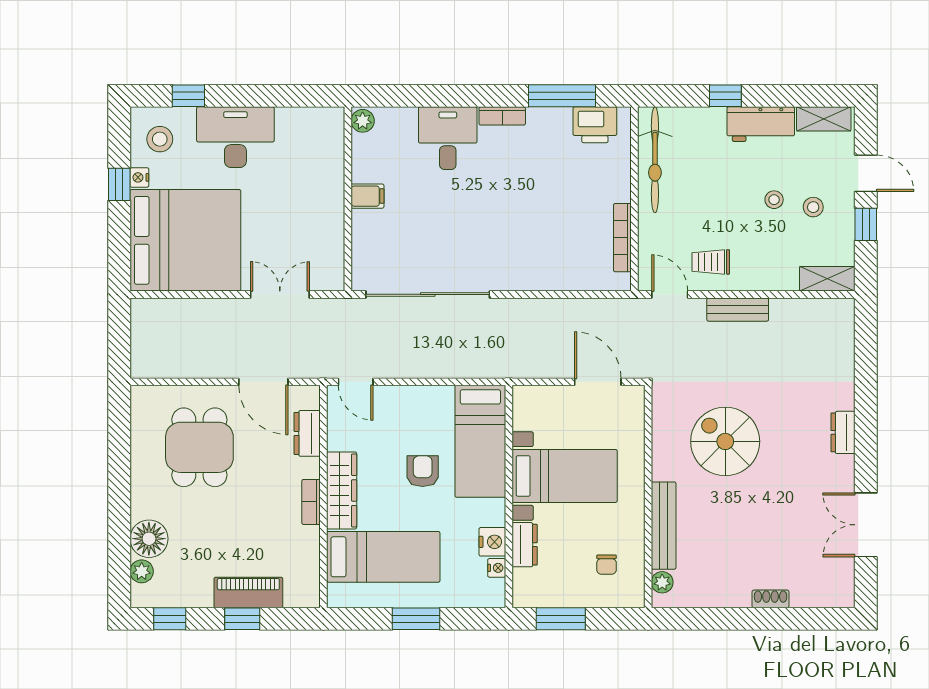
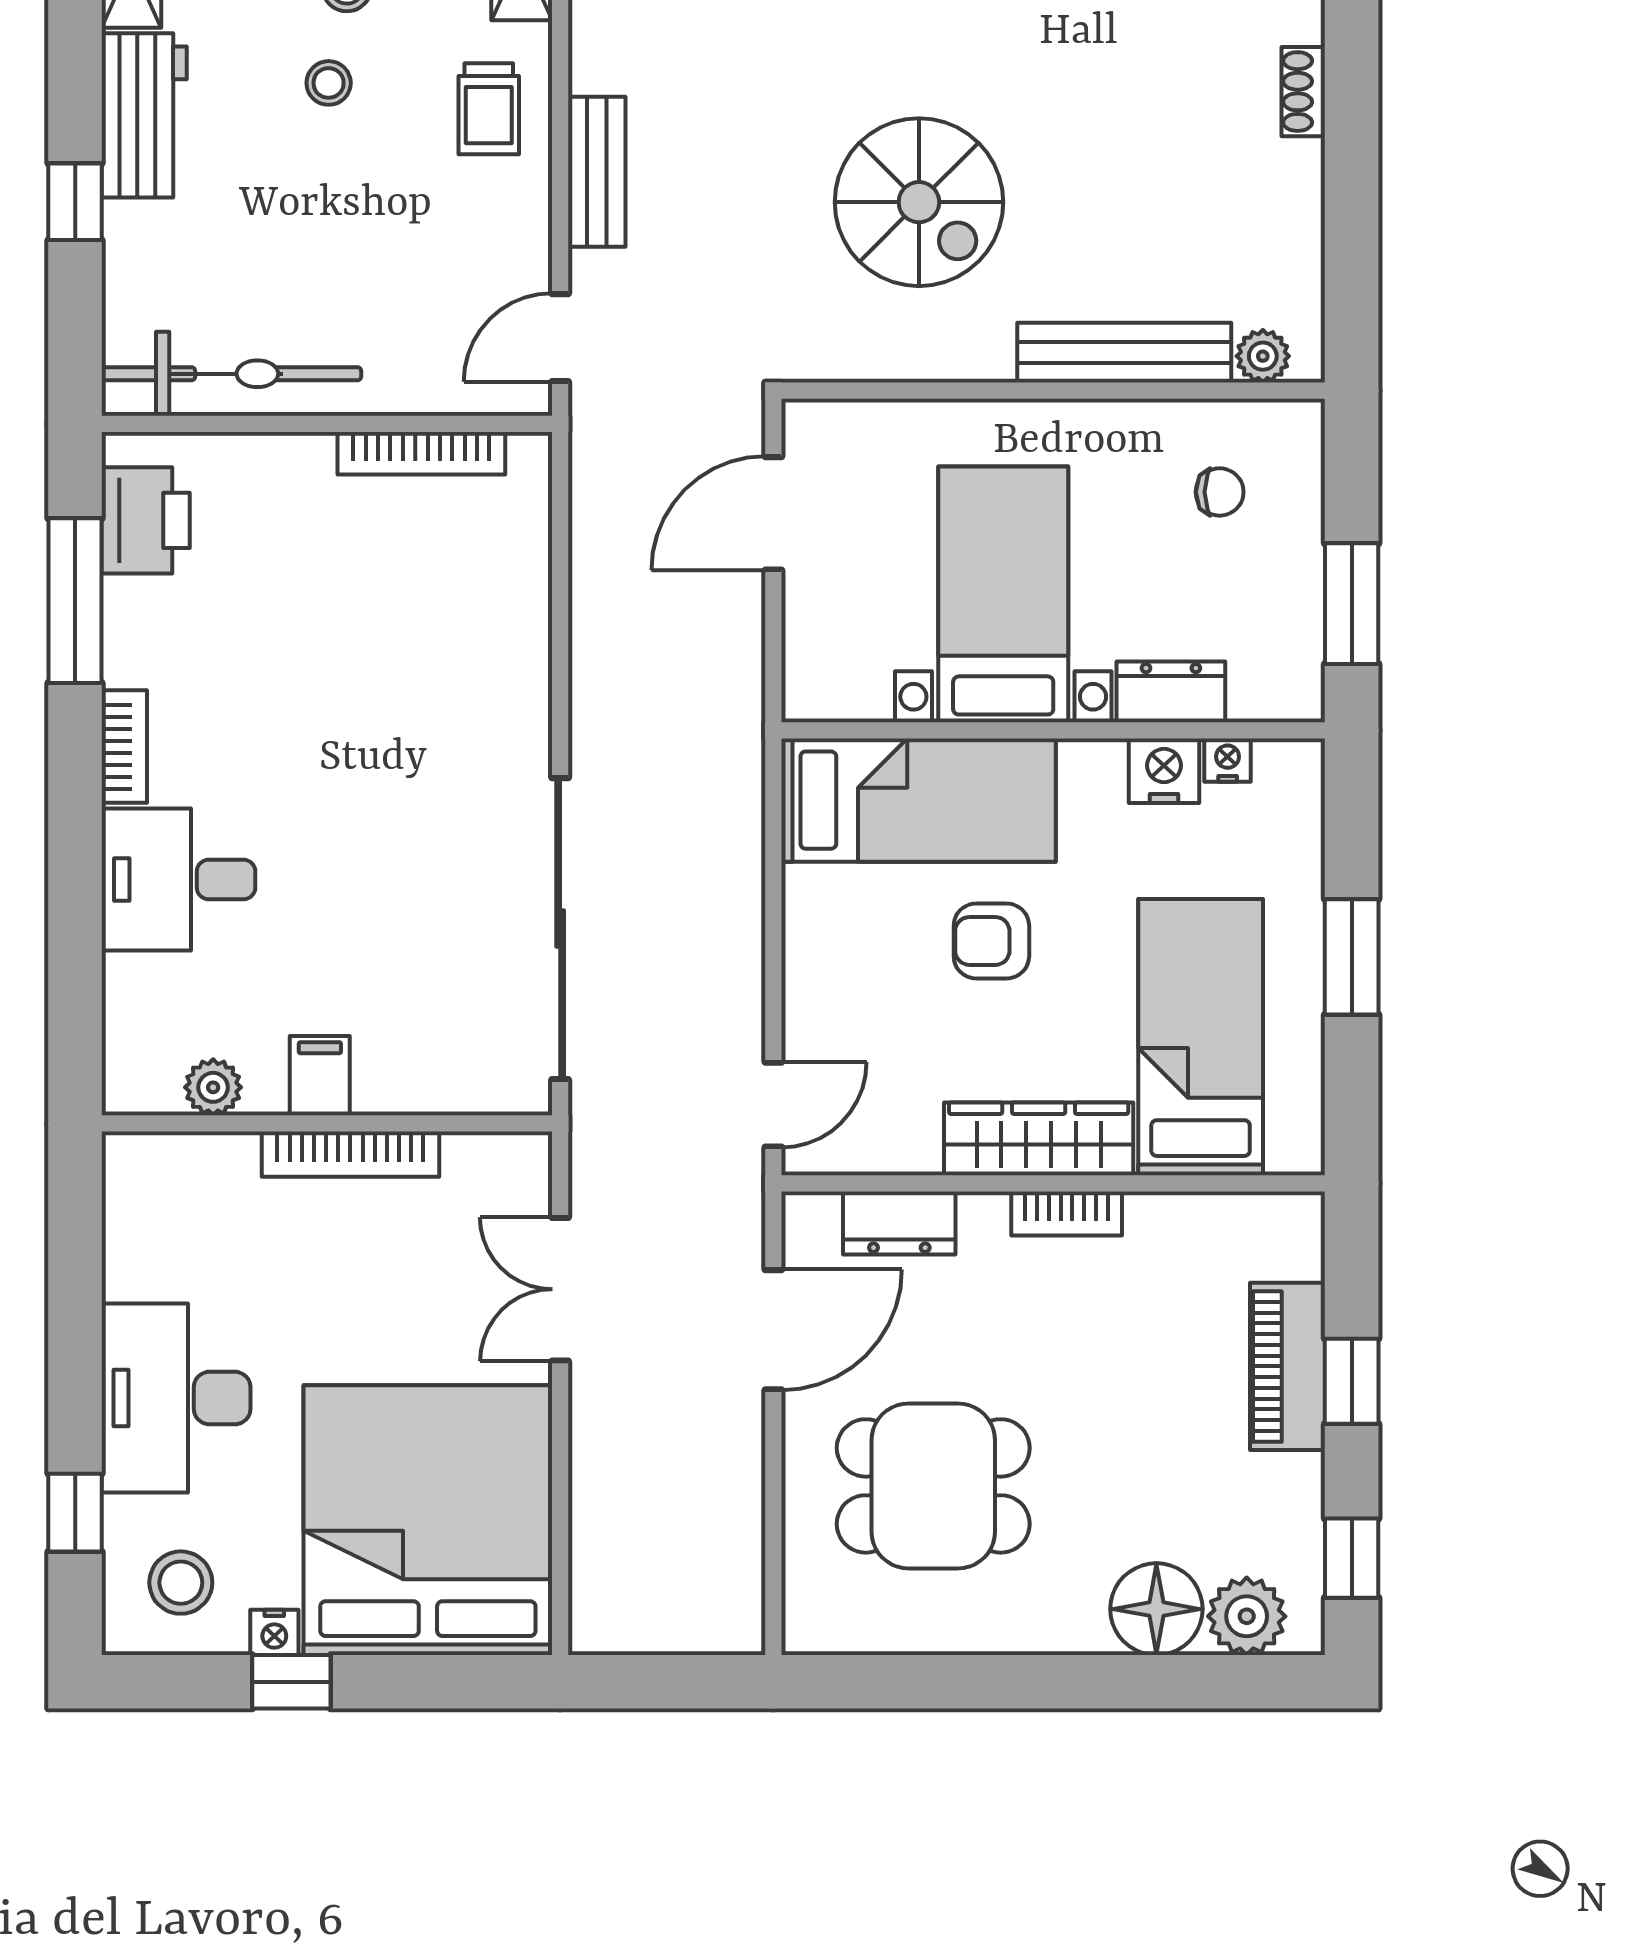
plant: (363, 121) -> (213, 1087), moved
bookcase: (335, 209) -> (350, 1154), added
trolley: (711, 262) -> (489, 109), moved
spiral stairs: (725, 441) -> (919, 202), turned -90
plant: (142, 571) -> (1247, 1616), width x1.38, depth x1.38

